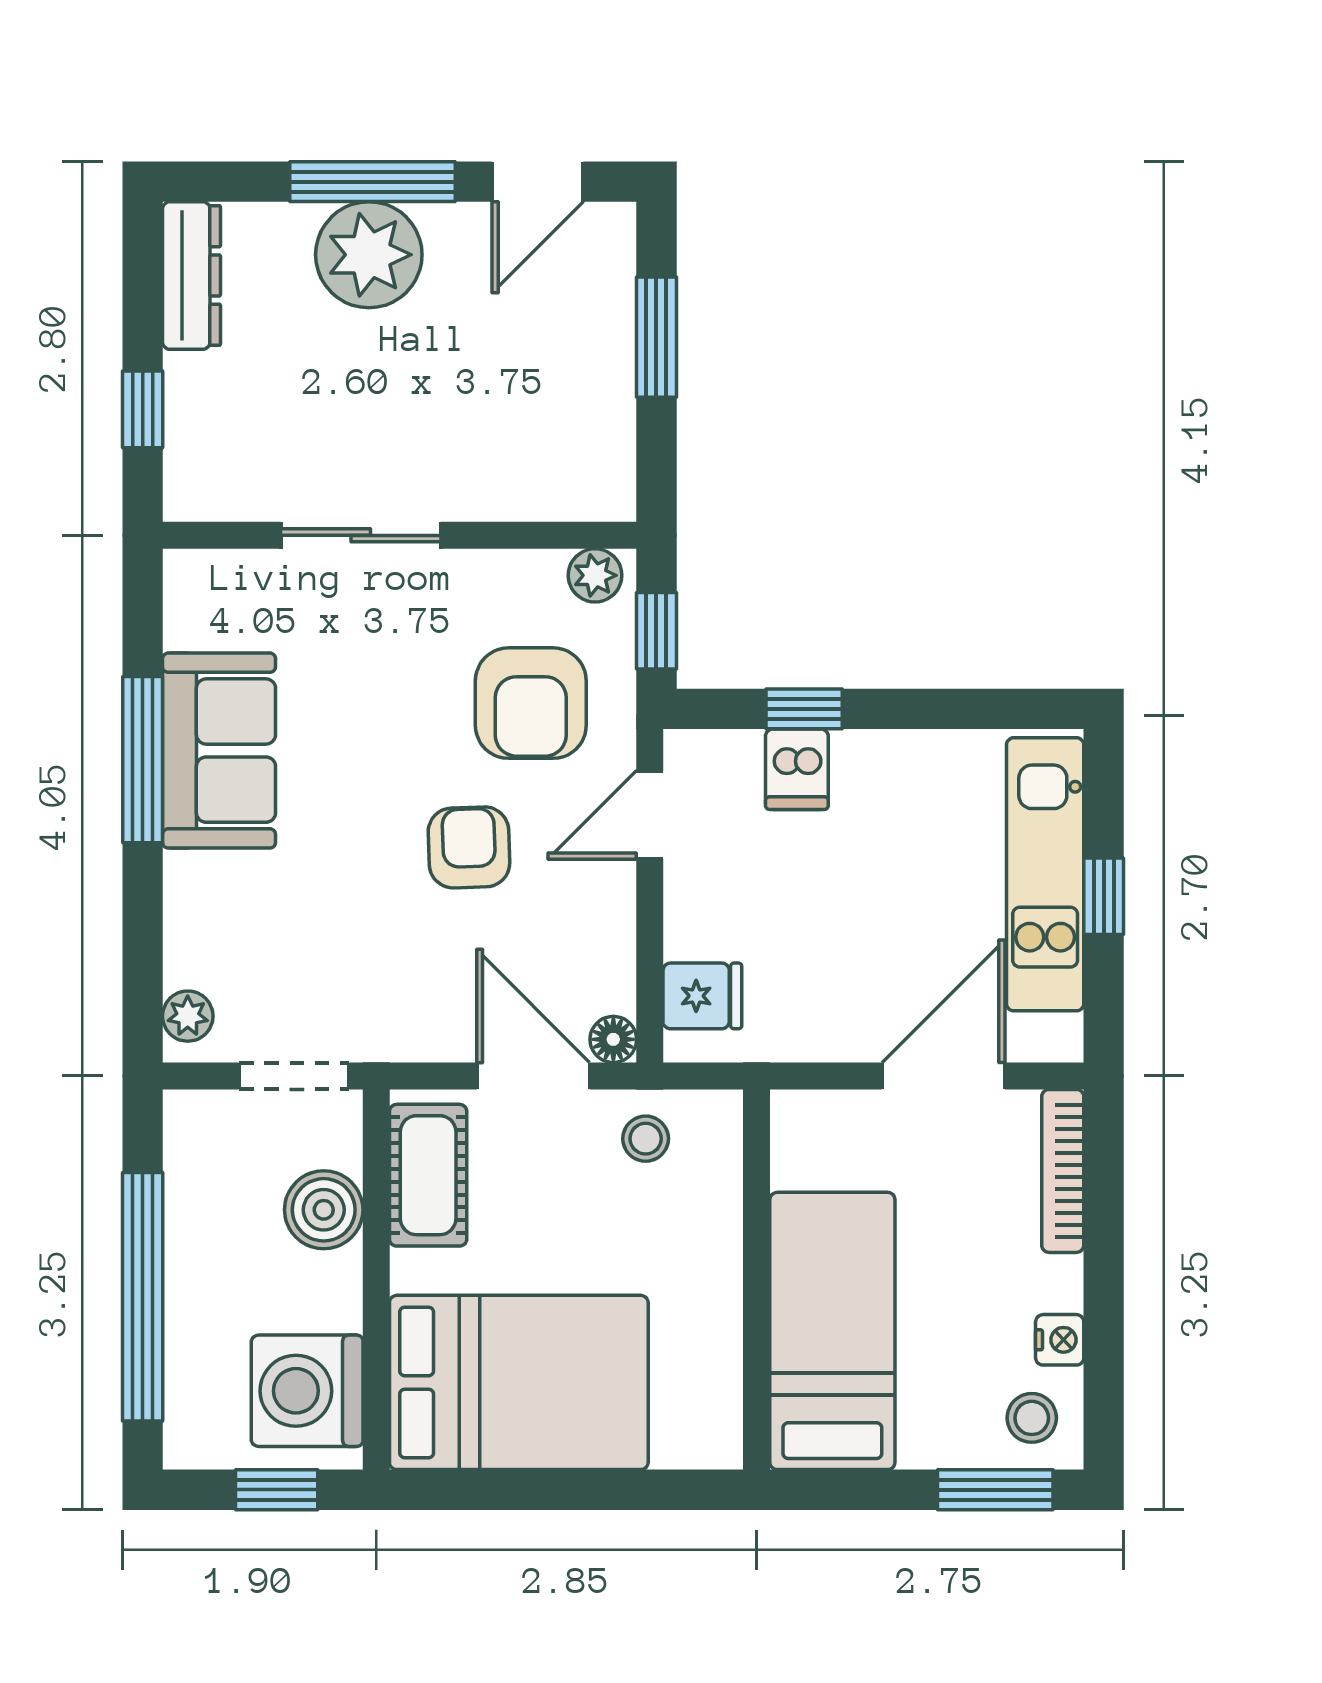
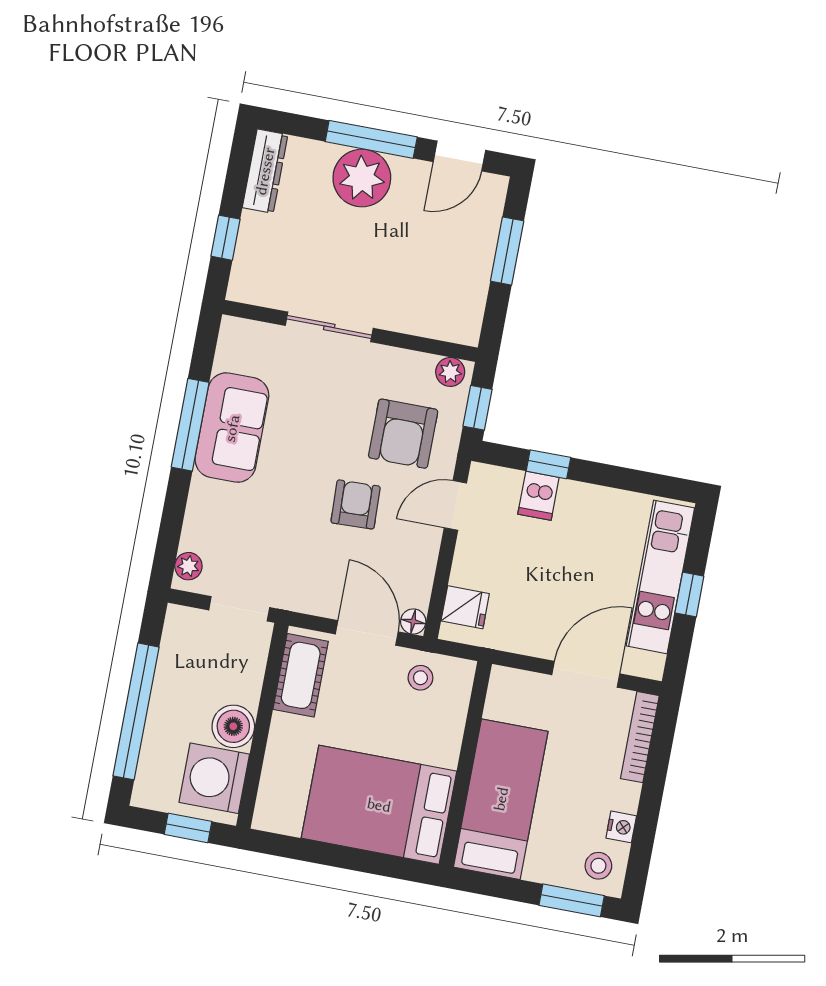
boiler: (324, 1210) -> (233, 726), moved
bed: (519, 1382) -> (379, 805), moved, turned 180

